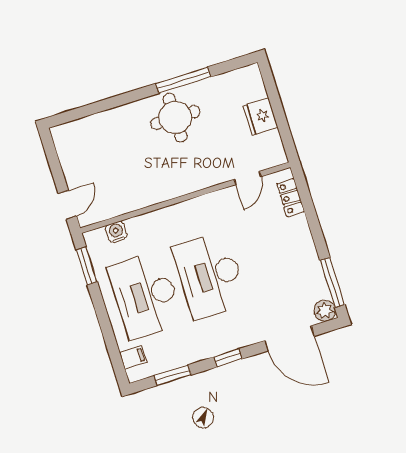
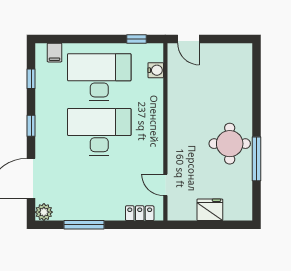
window: (87, 266) -> (136, 39), width x0.67
window: (332, 283) -> (84, 225), moved
window: (173, 375) -> (31, 79), width x0.67

